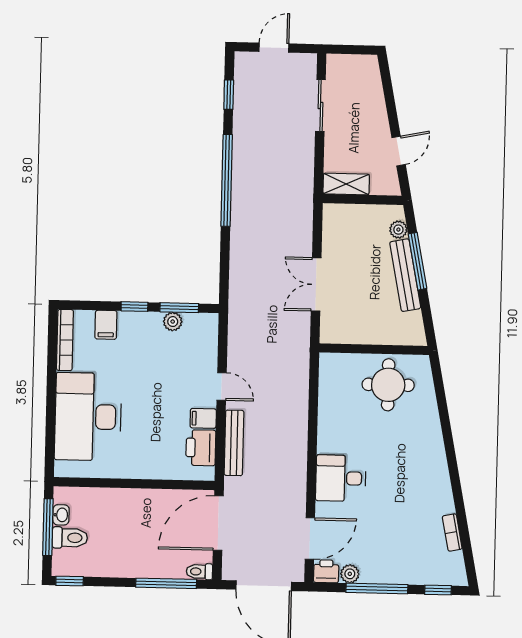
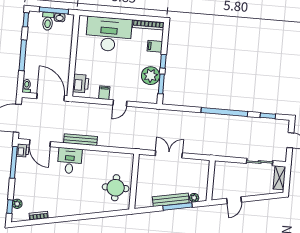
door: (399, 151) -> (234, 200), hinge flipped
shelving: (346, 184) -> (279, 178), moved
plant: (173, 322) -> (151, 76), width x1.87, depth x1.87
bench: (234, 443) -> (80, 140), moved
printer: (201, 448) -> (81, 83), moved, turned 90
plant: (350, 574) -> (17, 204), moved
window: (166, 583) -> (23, 55), moved
window: (377, 589) -> (14, 162), moved

